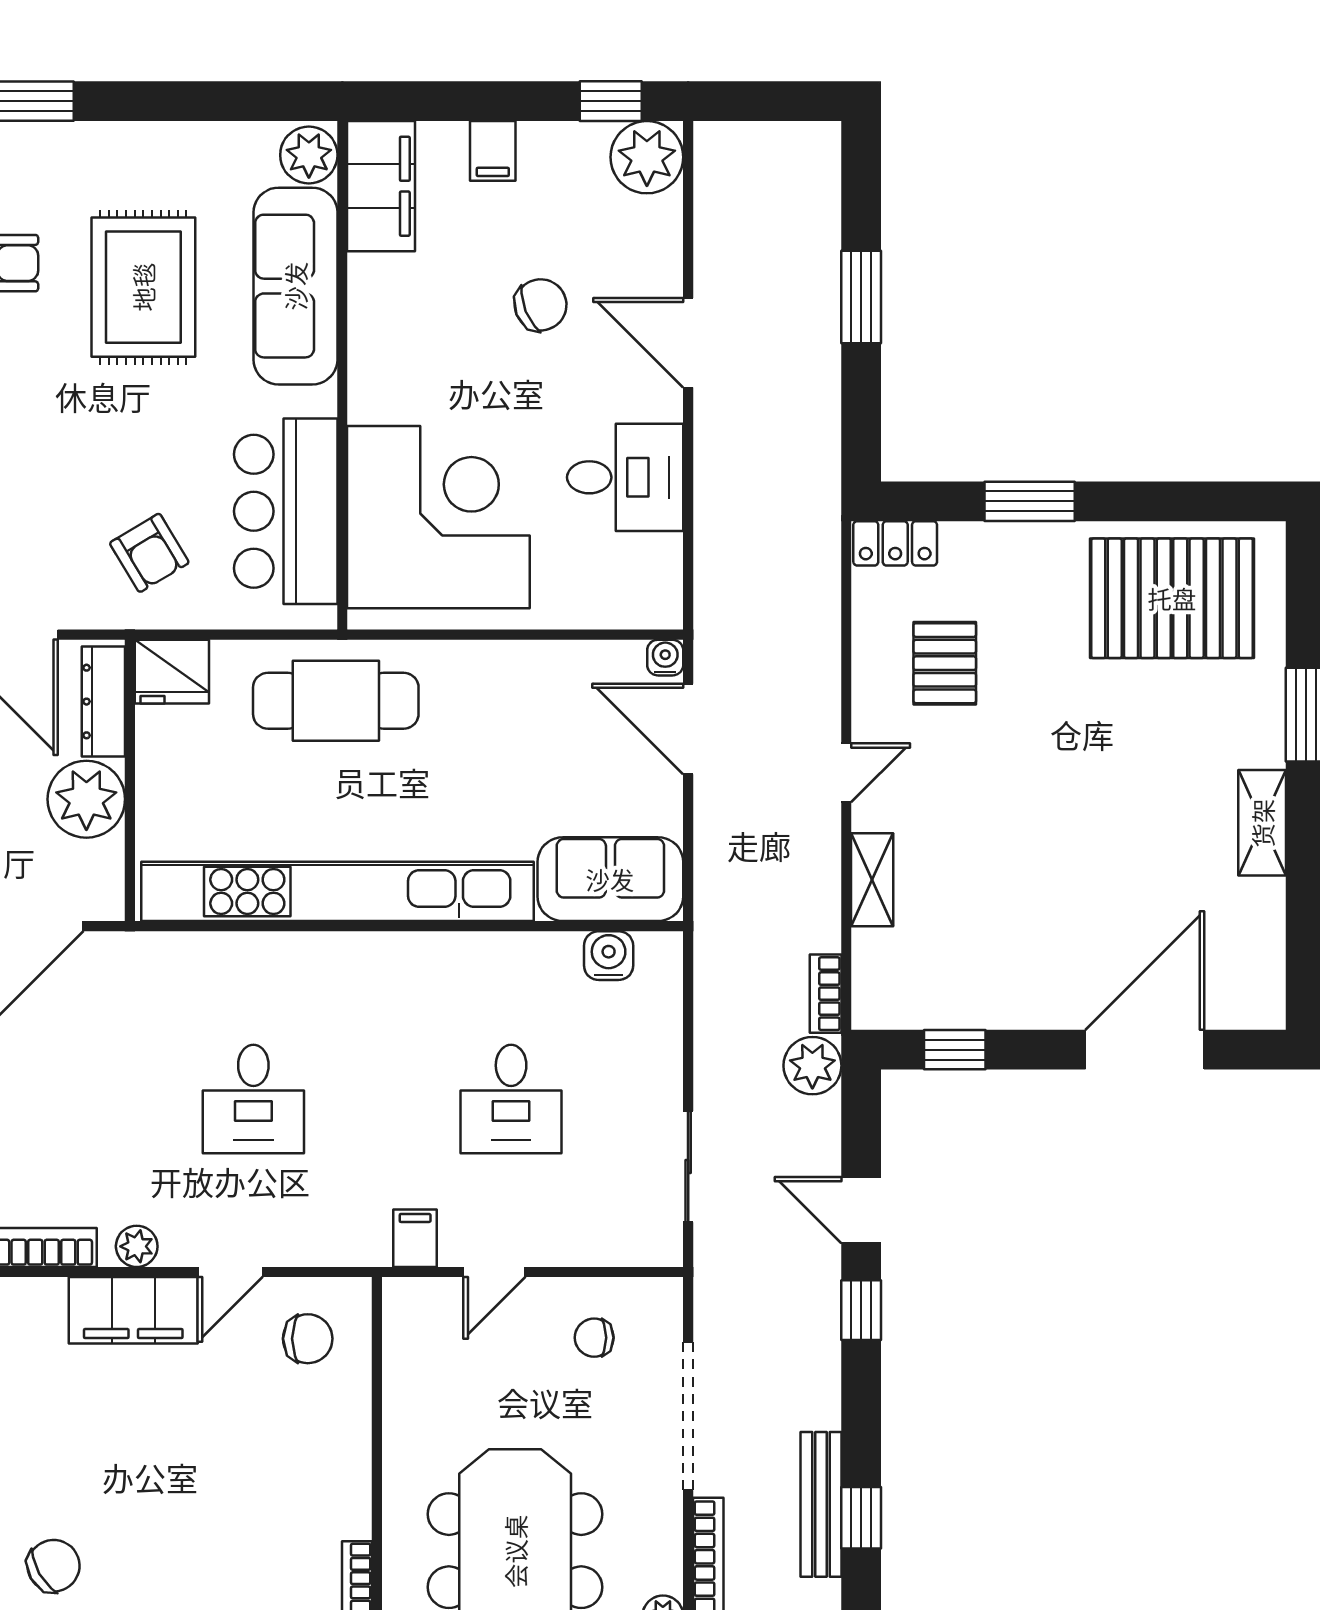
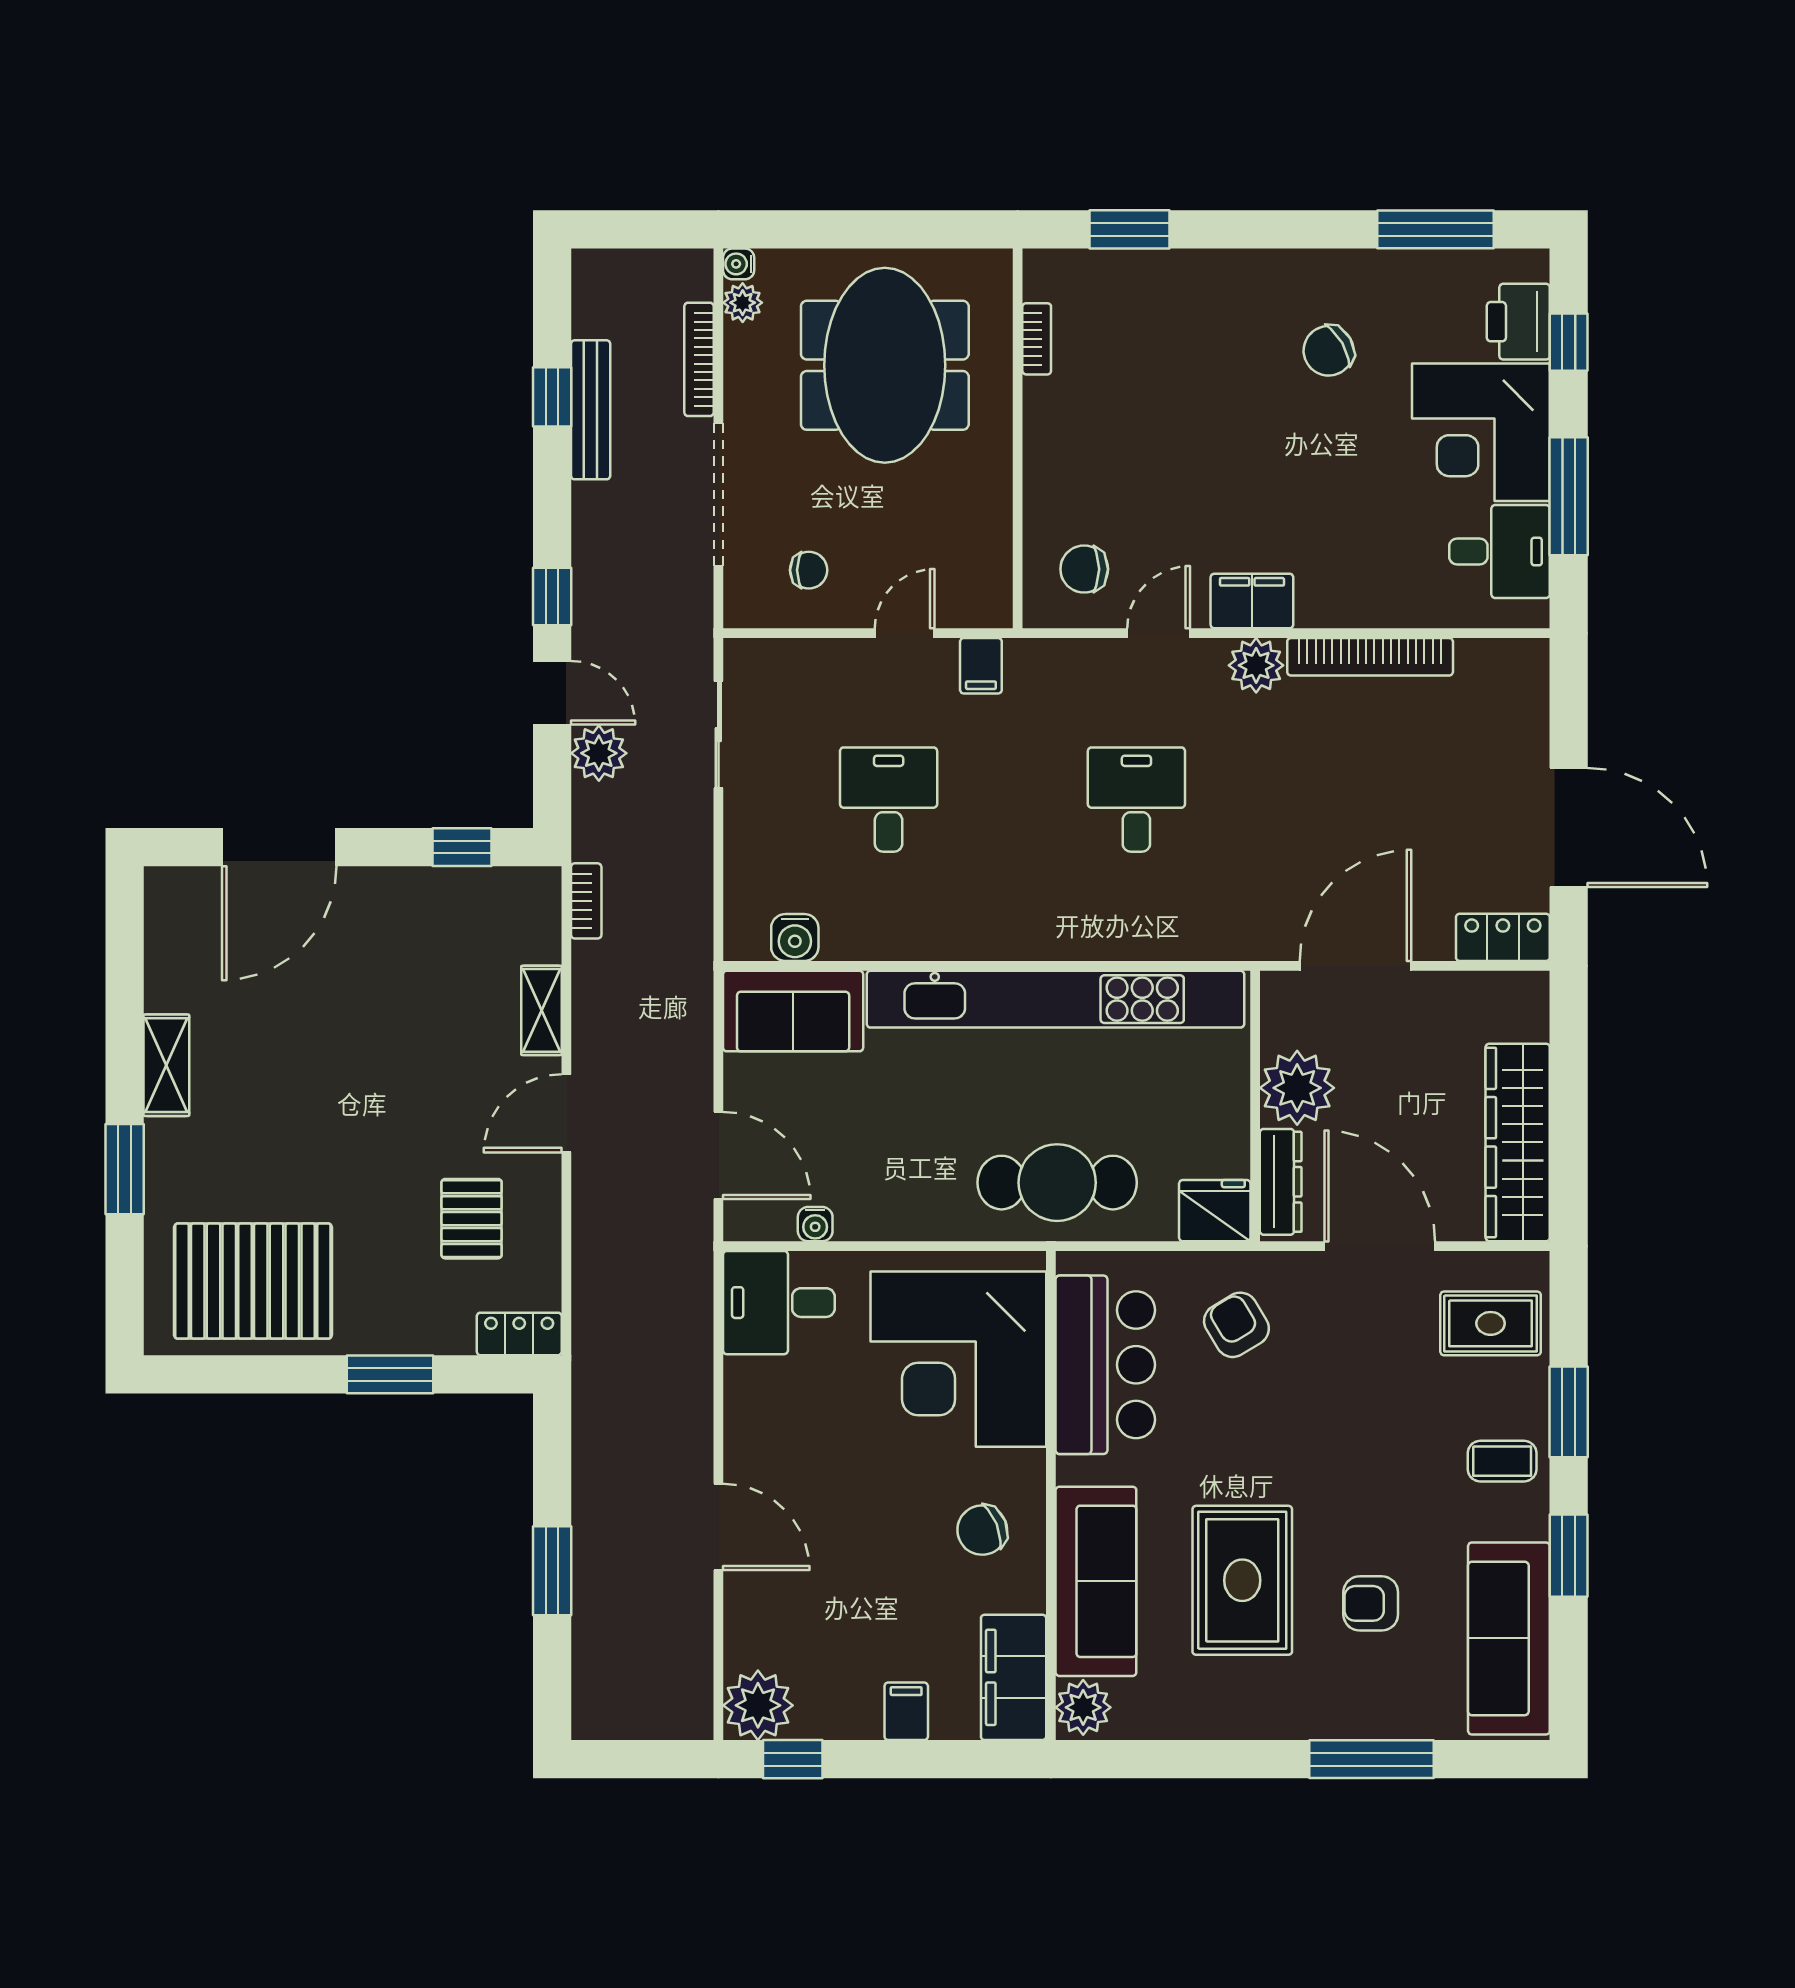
chair: (541, 305) -> (982, 1530), moved
desk: (625, 477) -> (779, 1303), moved
water cooler: (665, 658) -> (815, 1224), moved
door: (846, 773) -> (566, 1113), width x1.38
plant: (812, 1066) -> (599, 753), moved
plant: (137, 1246) -> (1256, 665), width x1.38, depth x1.38
filing cabinet: (133, 1310) -> (1252, 601), width x0.67, depth x0.86

